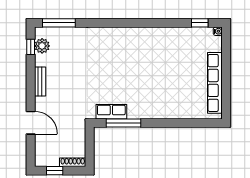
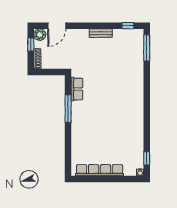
plant: (42, 46) -> (40, 35), moved
door: (31, 123) -> (57, 26), moved
window: (123, 123) -> (68, 109), moved

